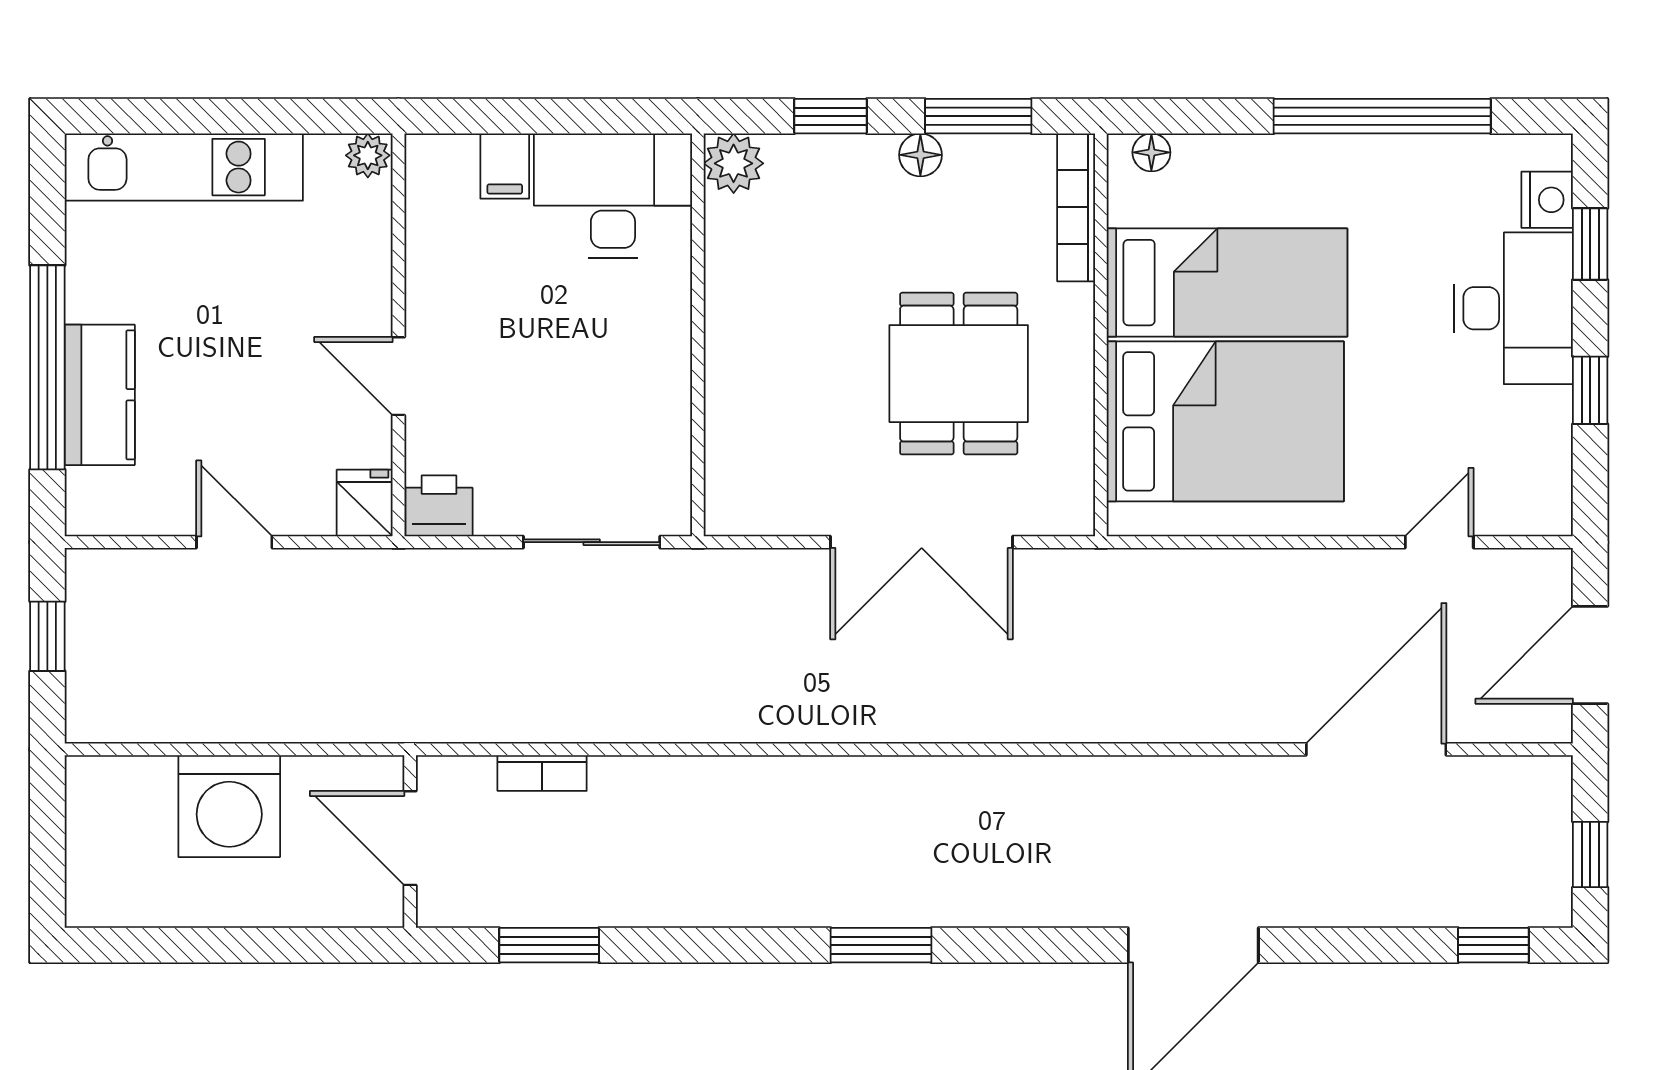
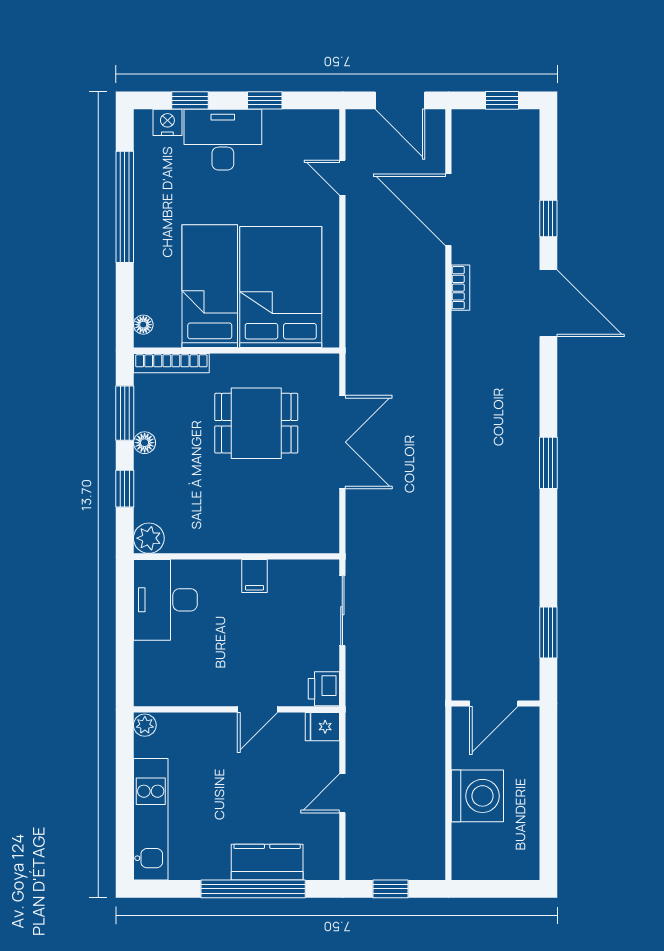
filing cabinet: (505, 166) -> (255, 576), moved, turned 90
bookcase: (542, 773) -> (460, 288), moved
window: (1493, 945) -> (548, 218), moved

